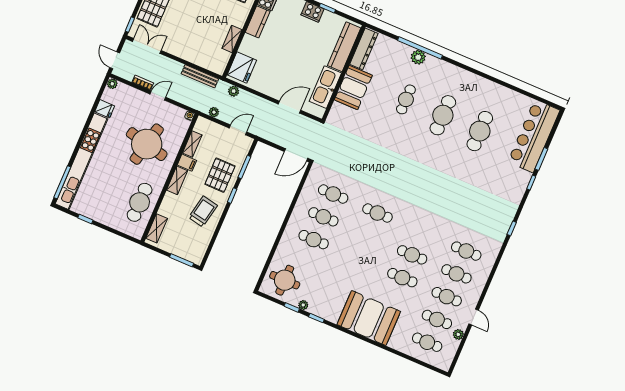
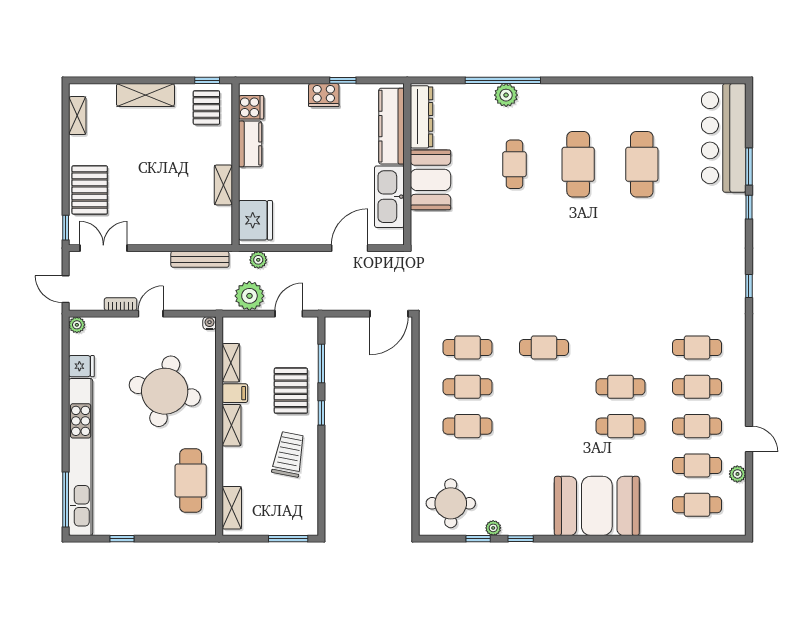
plant: (214, 112) -> (249, 296), width x1.88, depth x1.88

